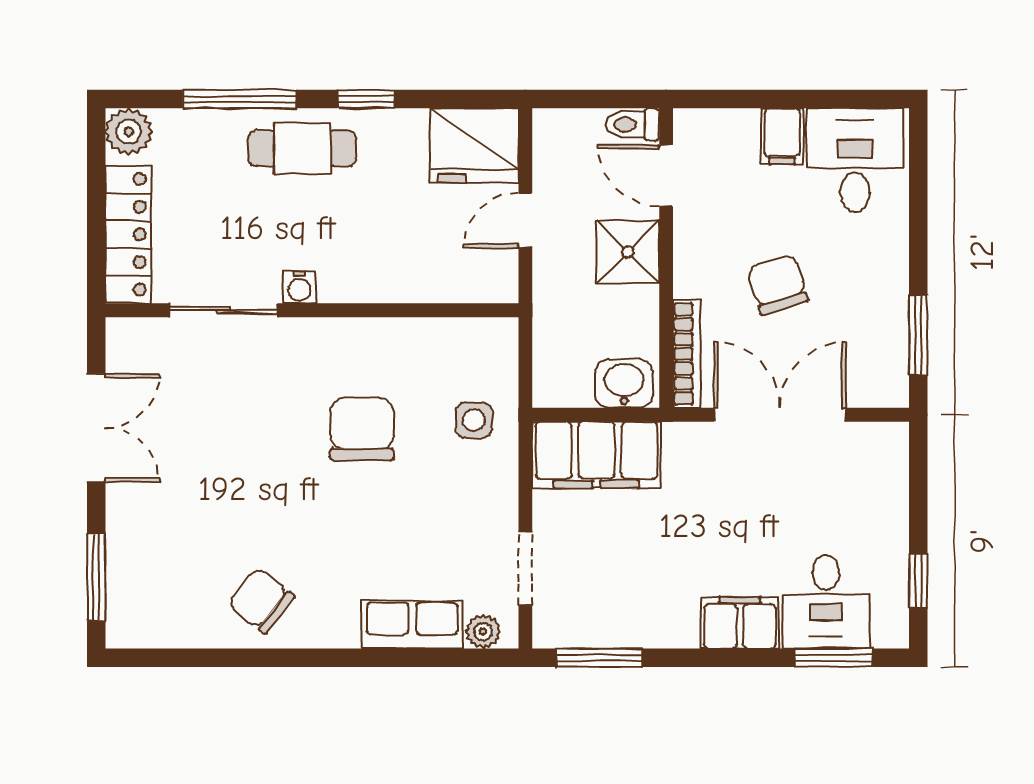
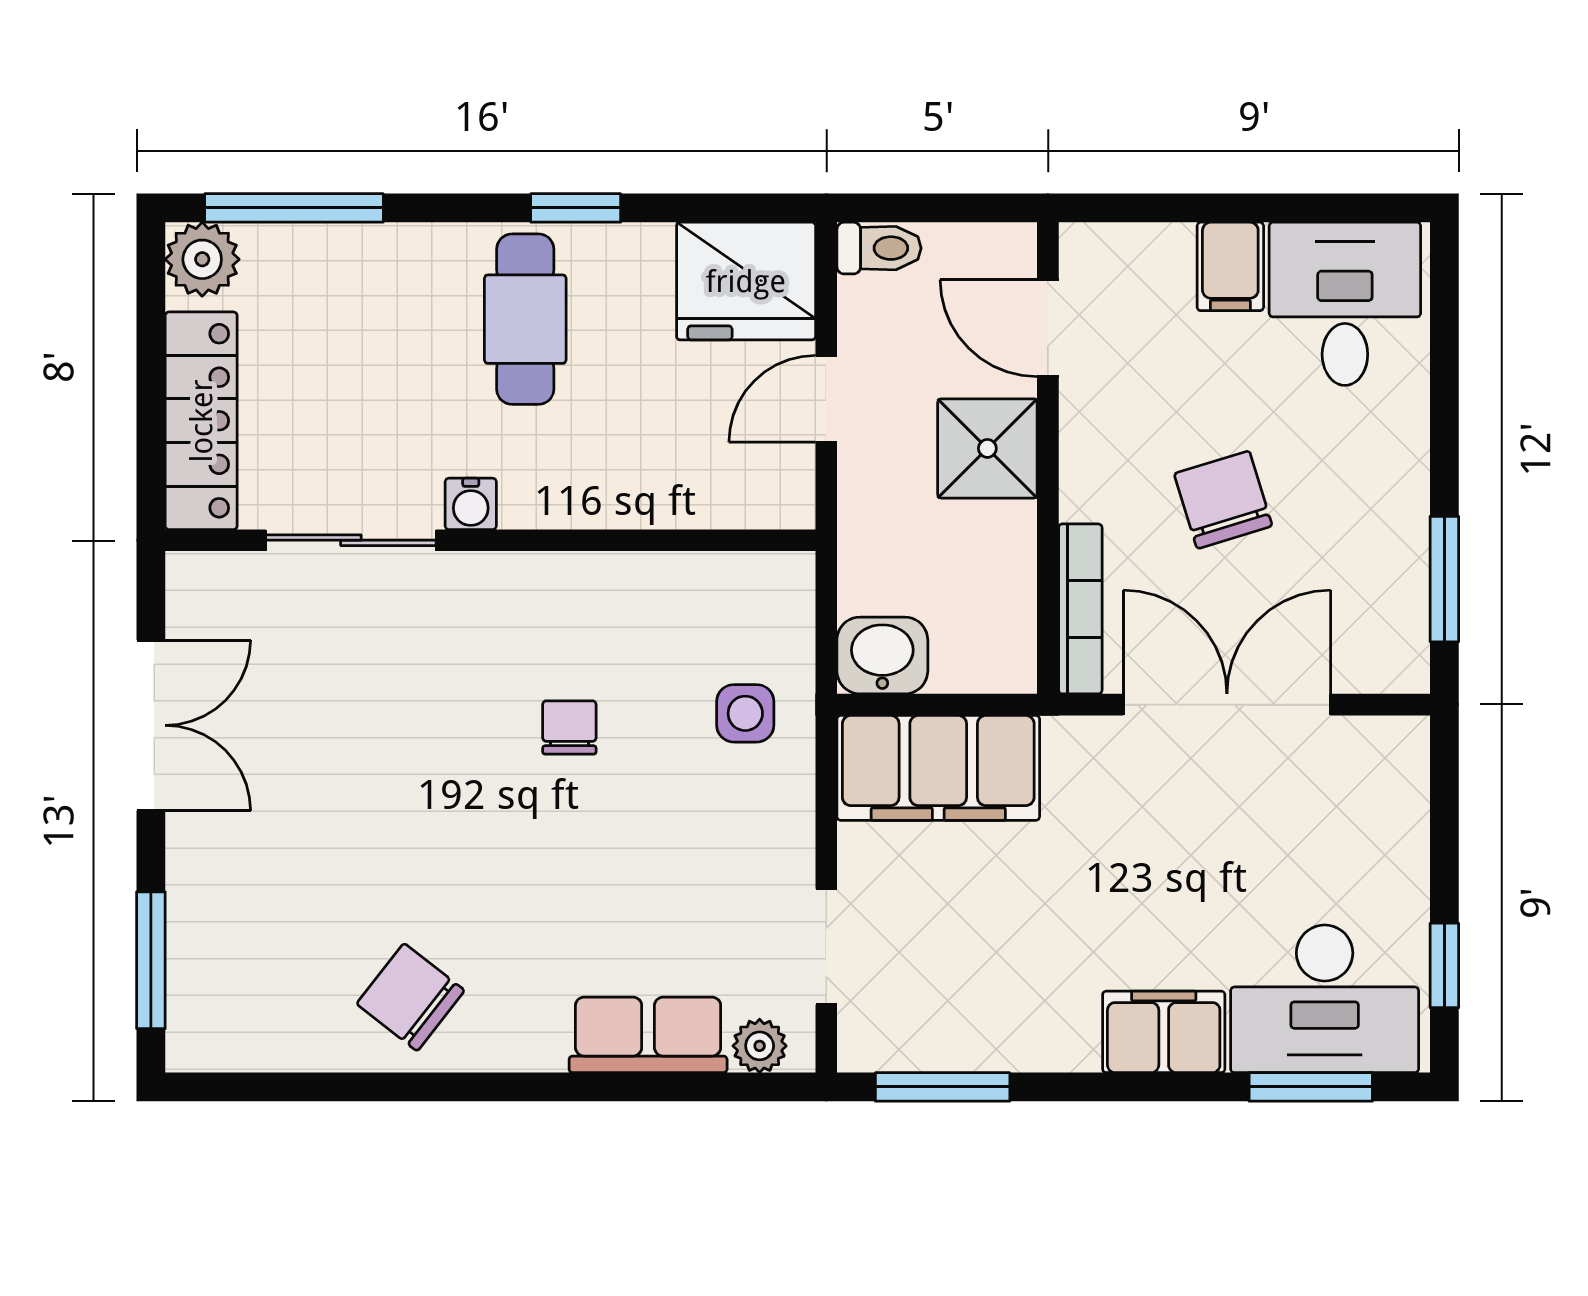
window: (240, 99) -> (294, 208), moved
toilet: (633, 125) -> (879, 248), moved, turned 180
cafe table: (302, 148) -> (525, 319), moved, turned 90
washbasin: (624, 383) -> (882, 655), moved
chair: (362, 429) -> (569, 727), width x0.54, depth x0.54
desk: (826, 602) -> (1325, 999), width x1.37

